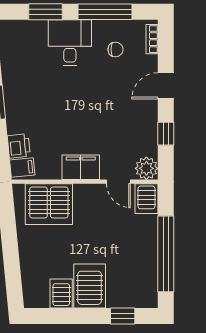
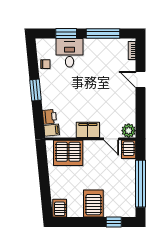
desk: (70, 43) -> (70, 53), moved
chair: (116, 49) -> (45, 64), moved
door: (166, 86) -> (140, 80), hinge flipped
window: (166, 134) -> (140, 109), removed
server rack: (61, 293) -> (60, 208), moved

